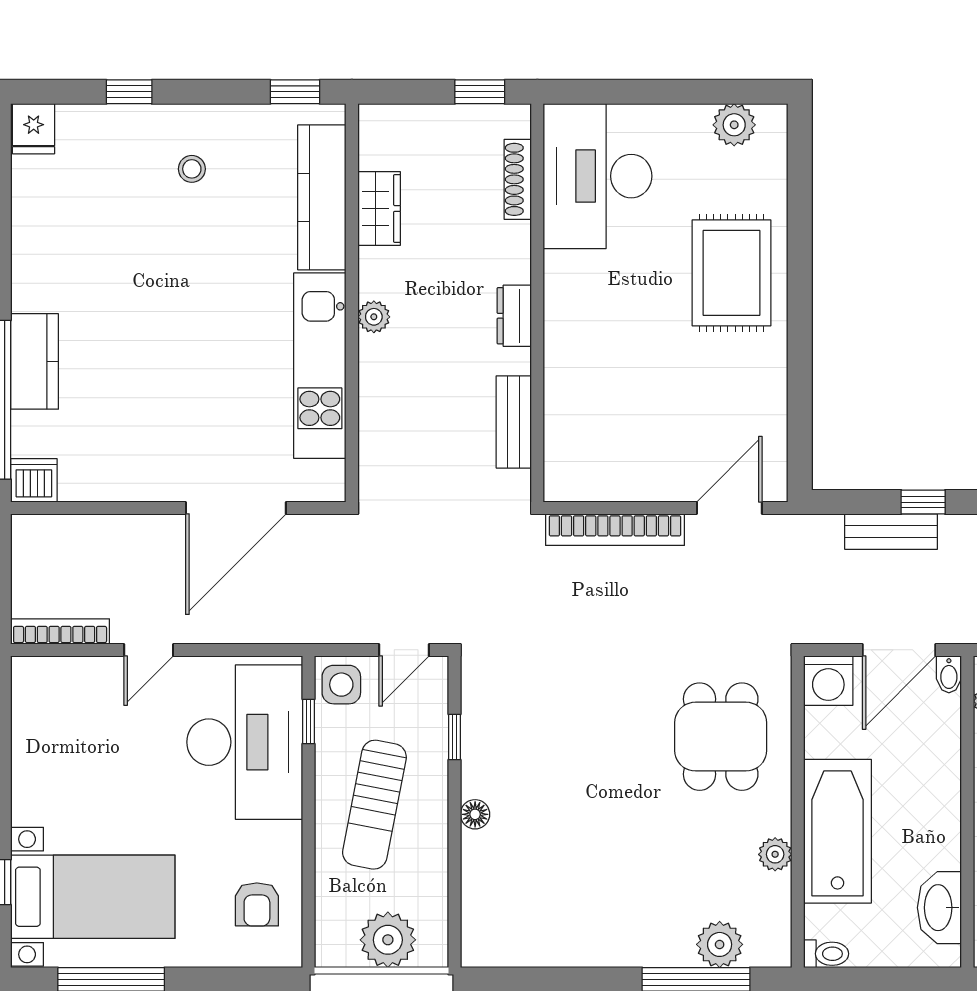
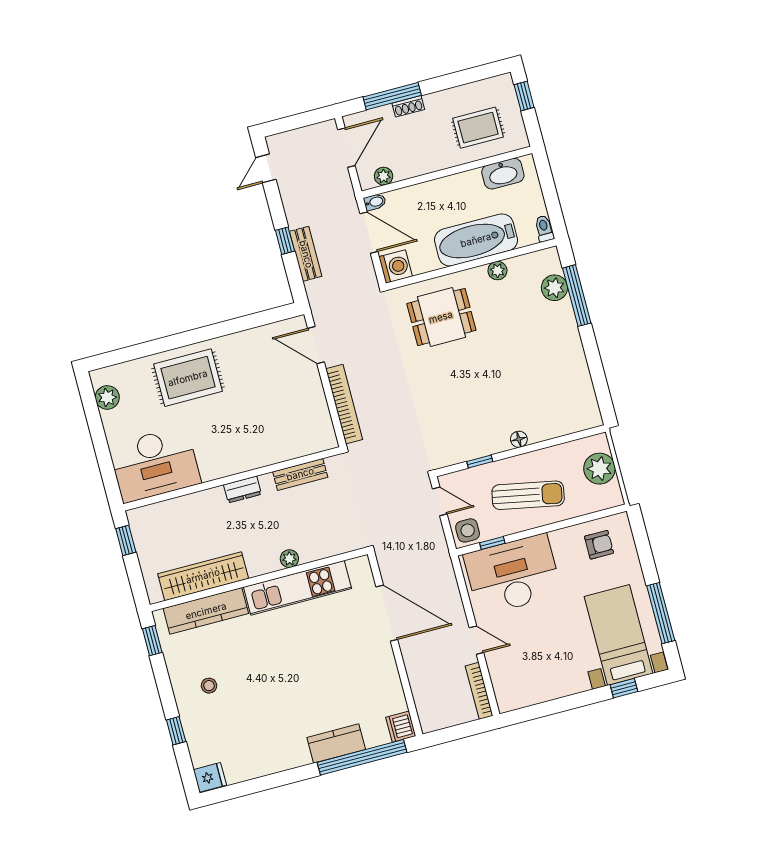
shoe rack: (518, 179) -> (168, 507), removed
wardrobe: (379, 208) -> (203, 576), width x2.10, depth x1.17
plant: (374, 317) -> (289, 559), moved

